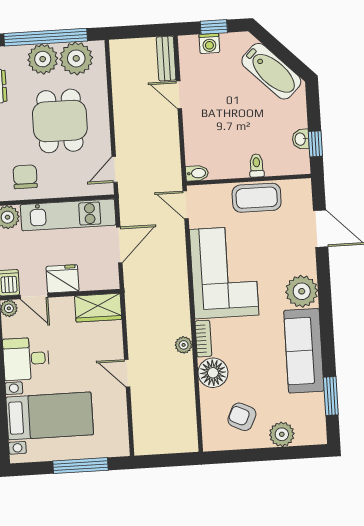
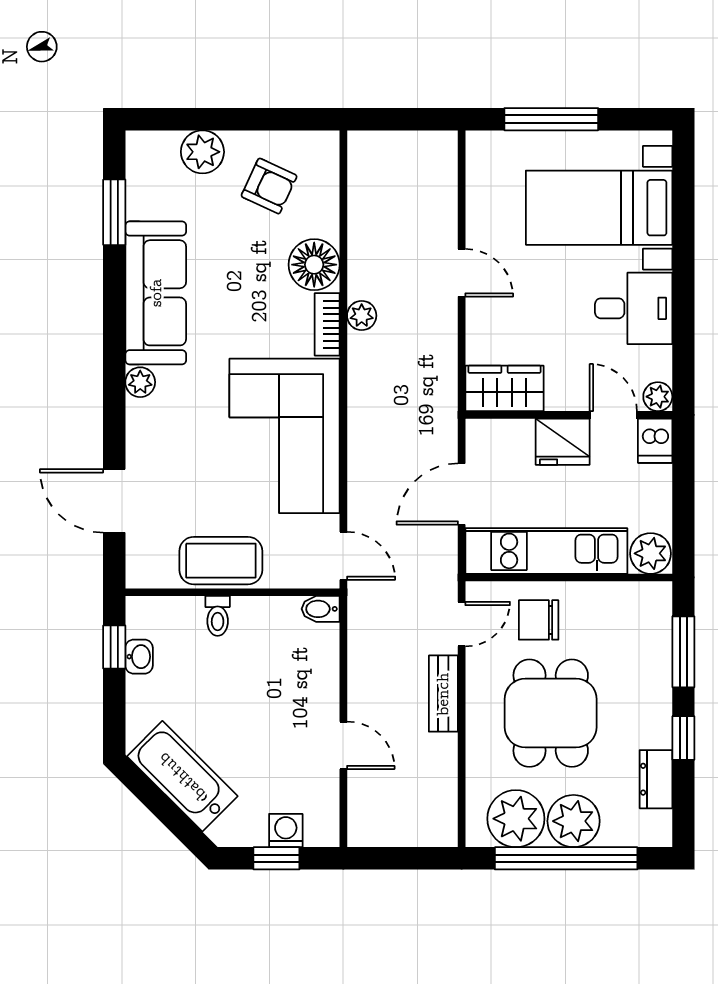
bench: (166, 59) -> (443, 694), moved
chair: (25, 177) -> (539, 620), moved, turned 90
plant: (302, 291) -> (140, 382), width x0.53, depth x0.53

